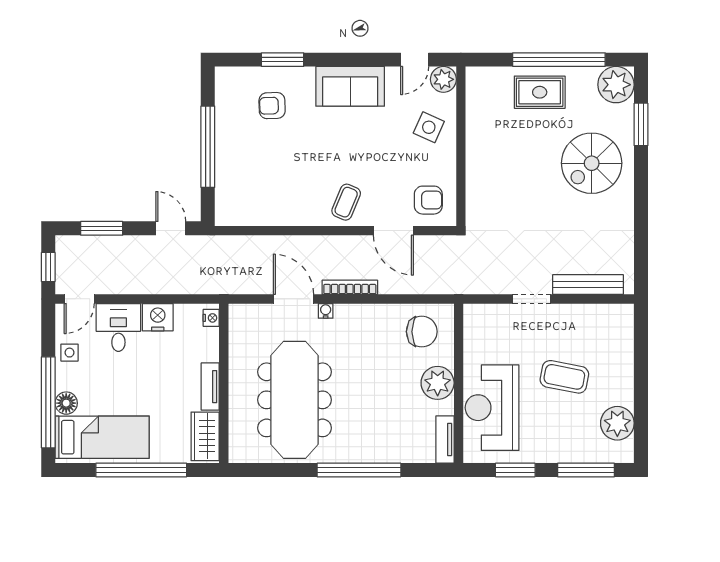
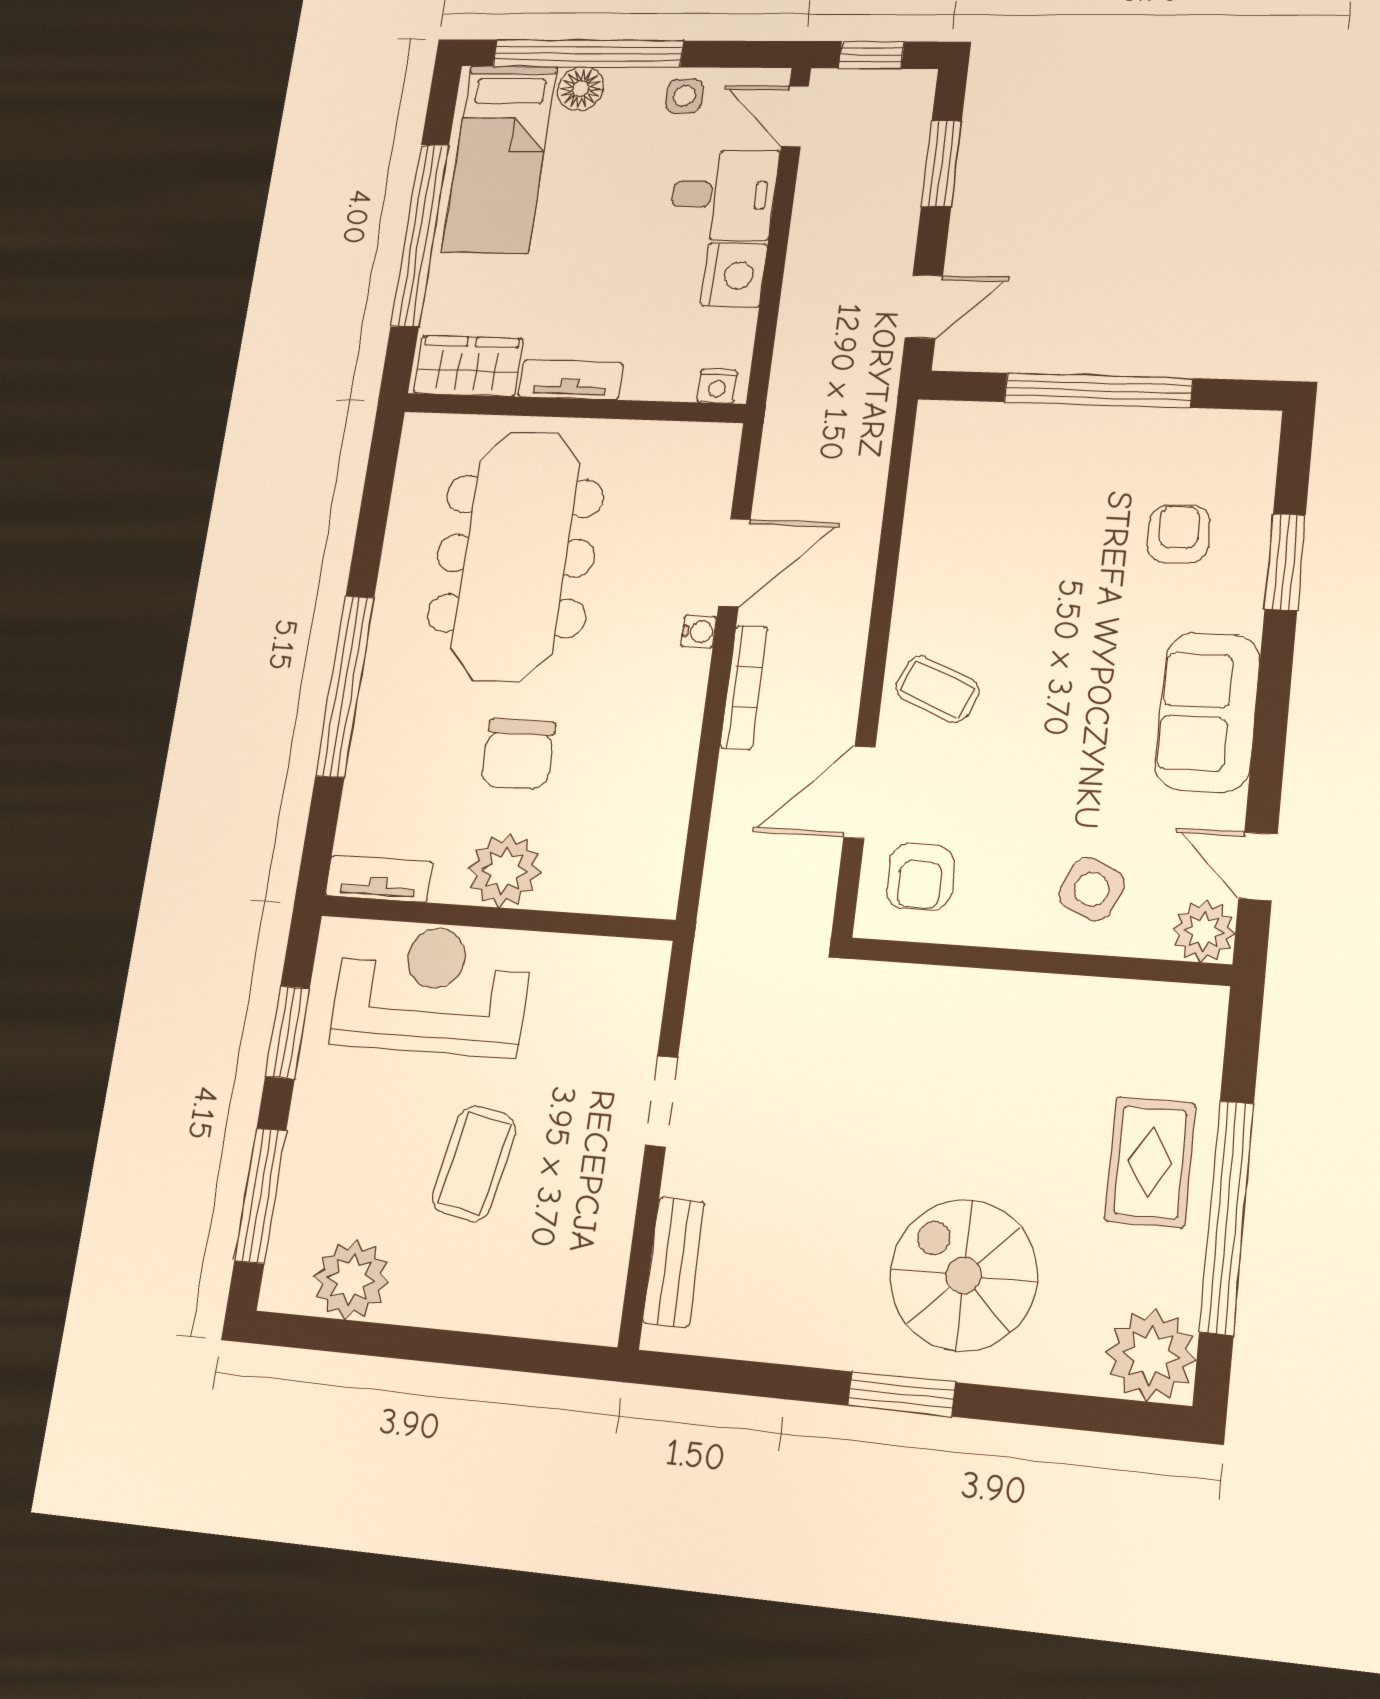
window: (641, 124) -> (902, 1394), moved
bench: (588, 285) -> (674, 1262), width x0.73
chair: (422, 332) -> (518, 754), moved
meeting table: (295, 400) -> (516, 556), turned 90

